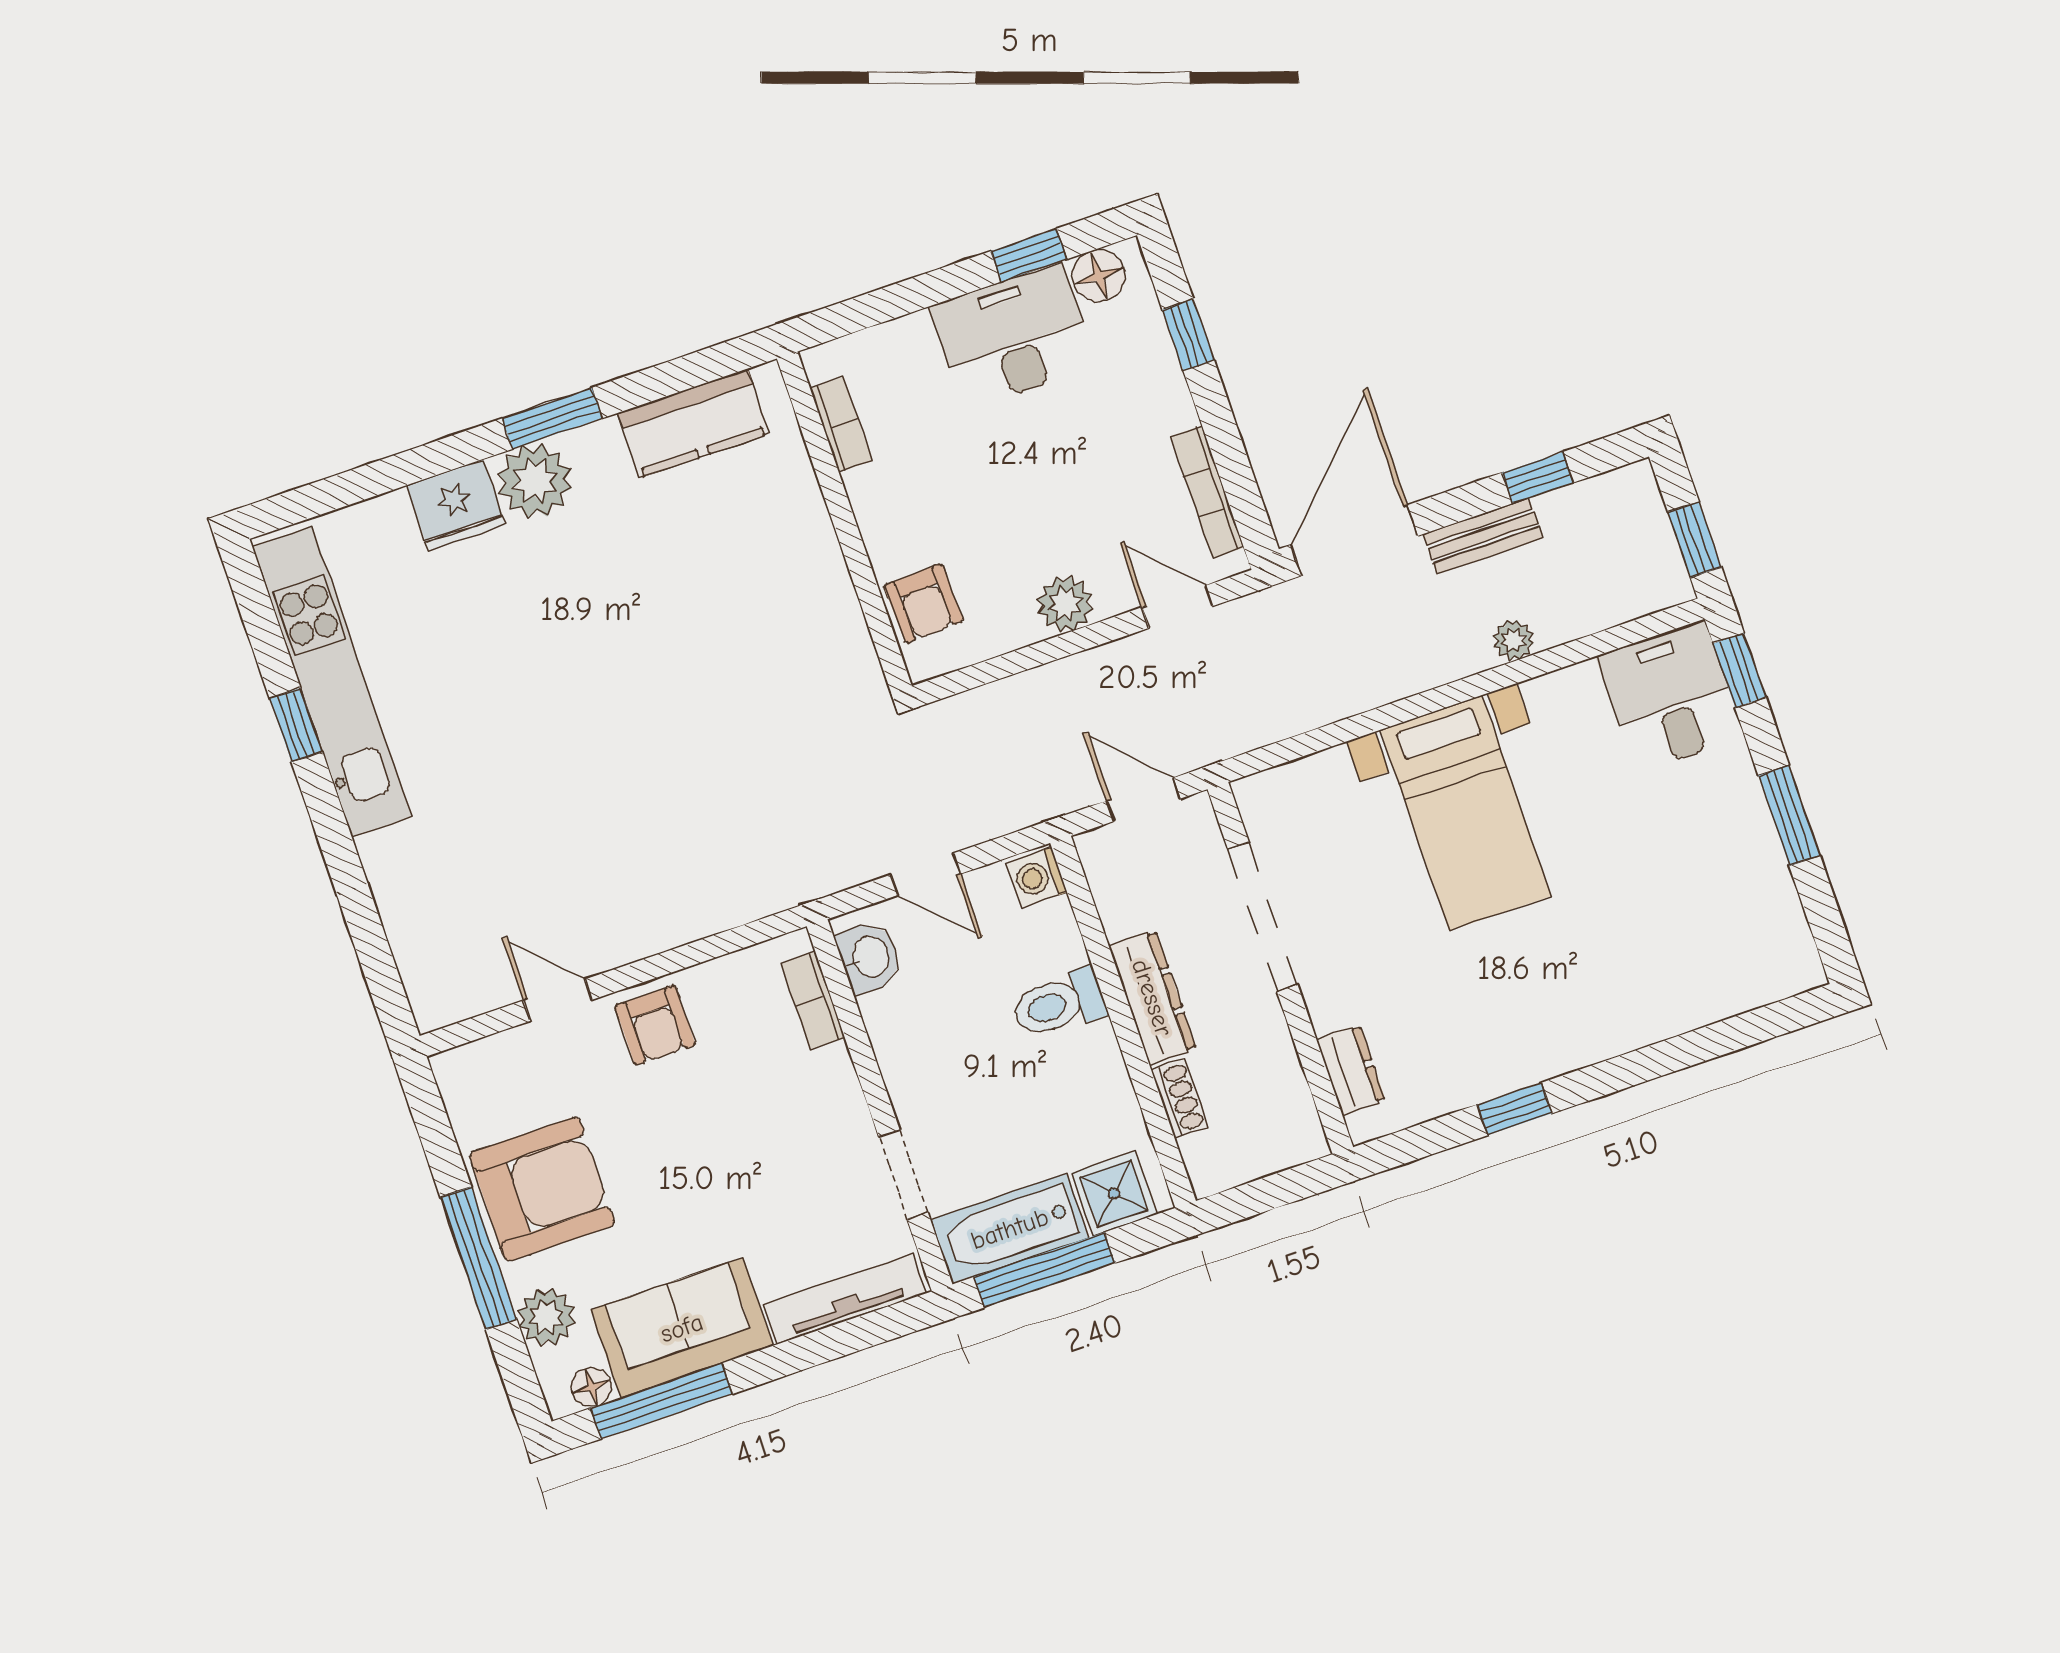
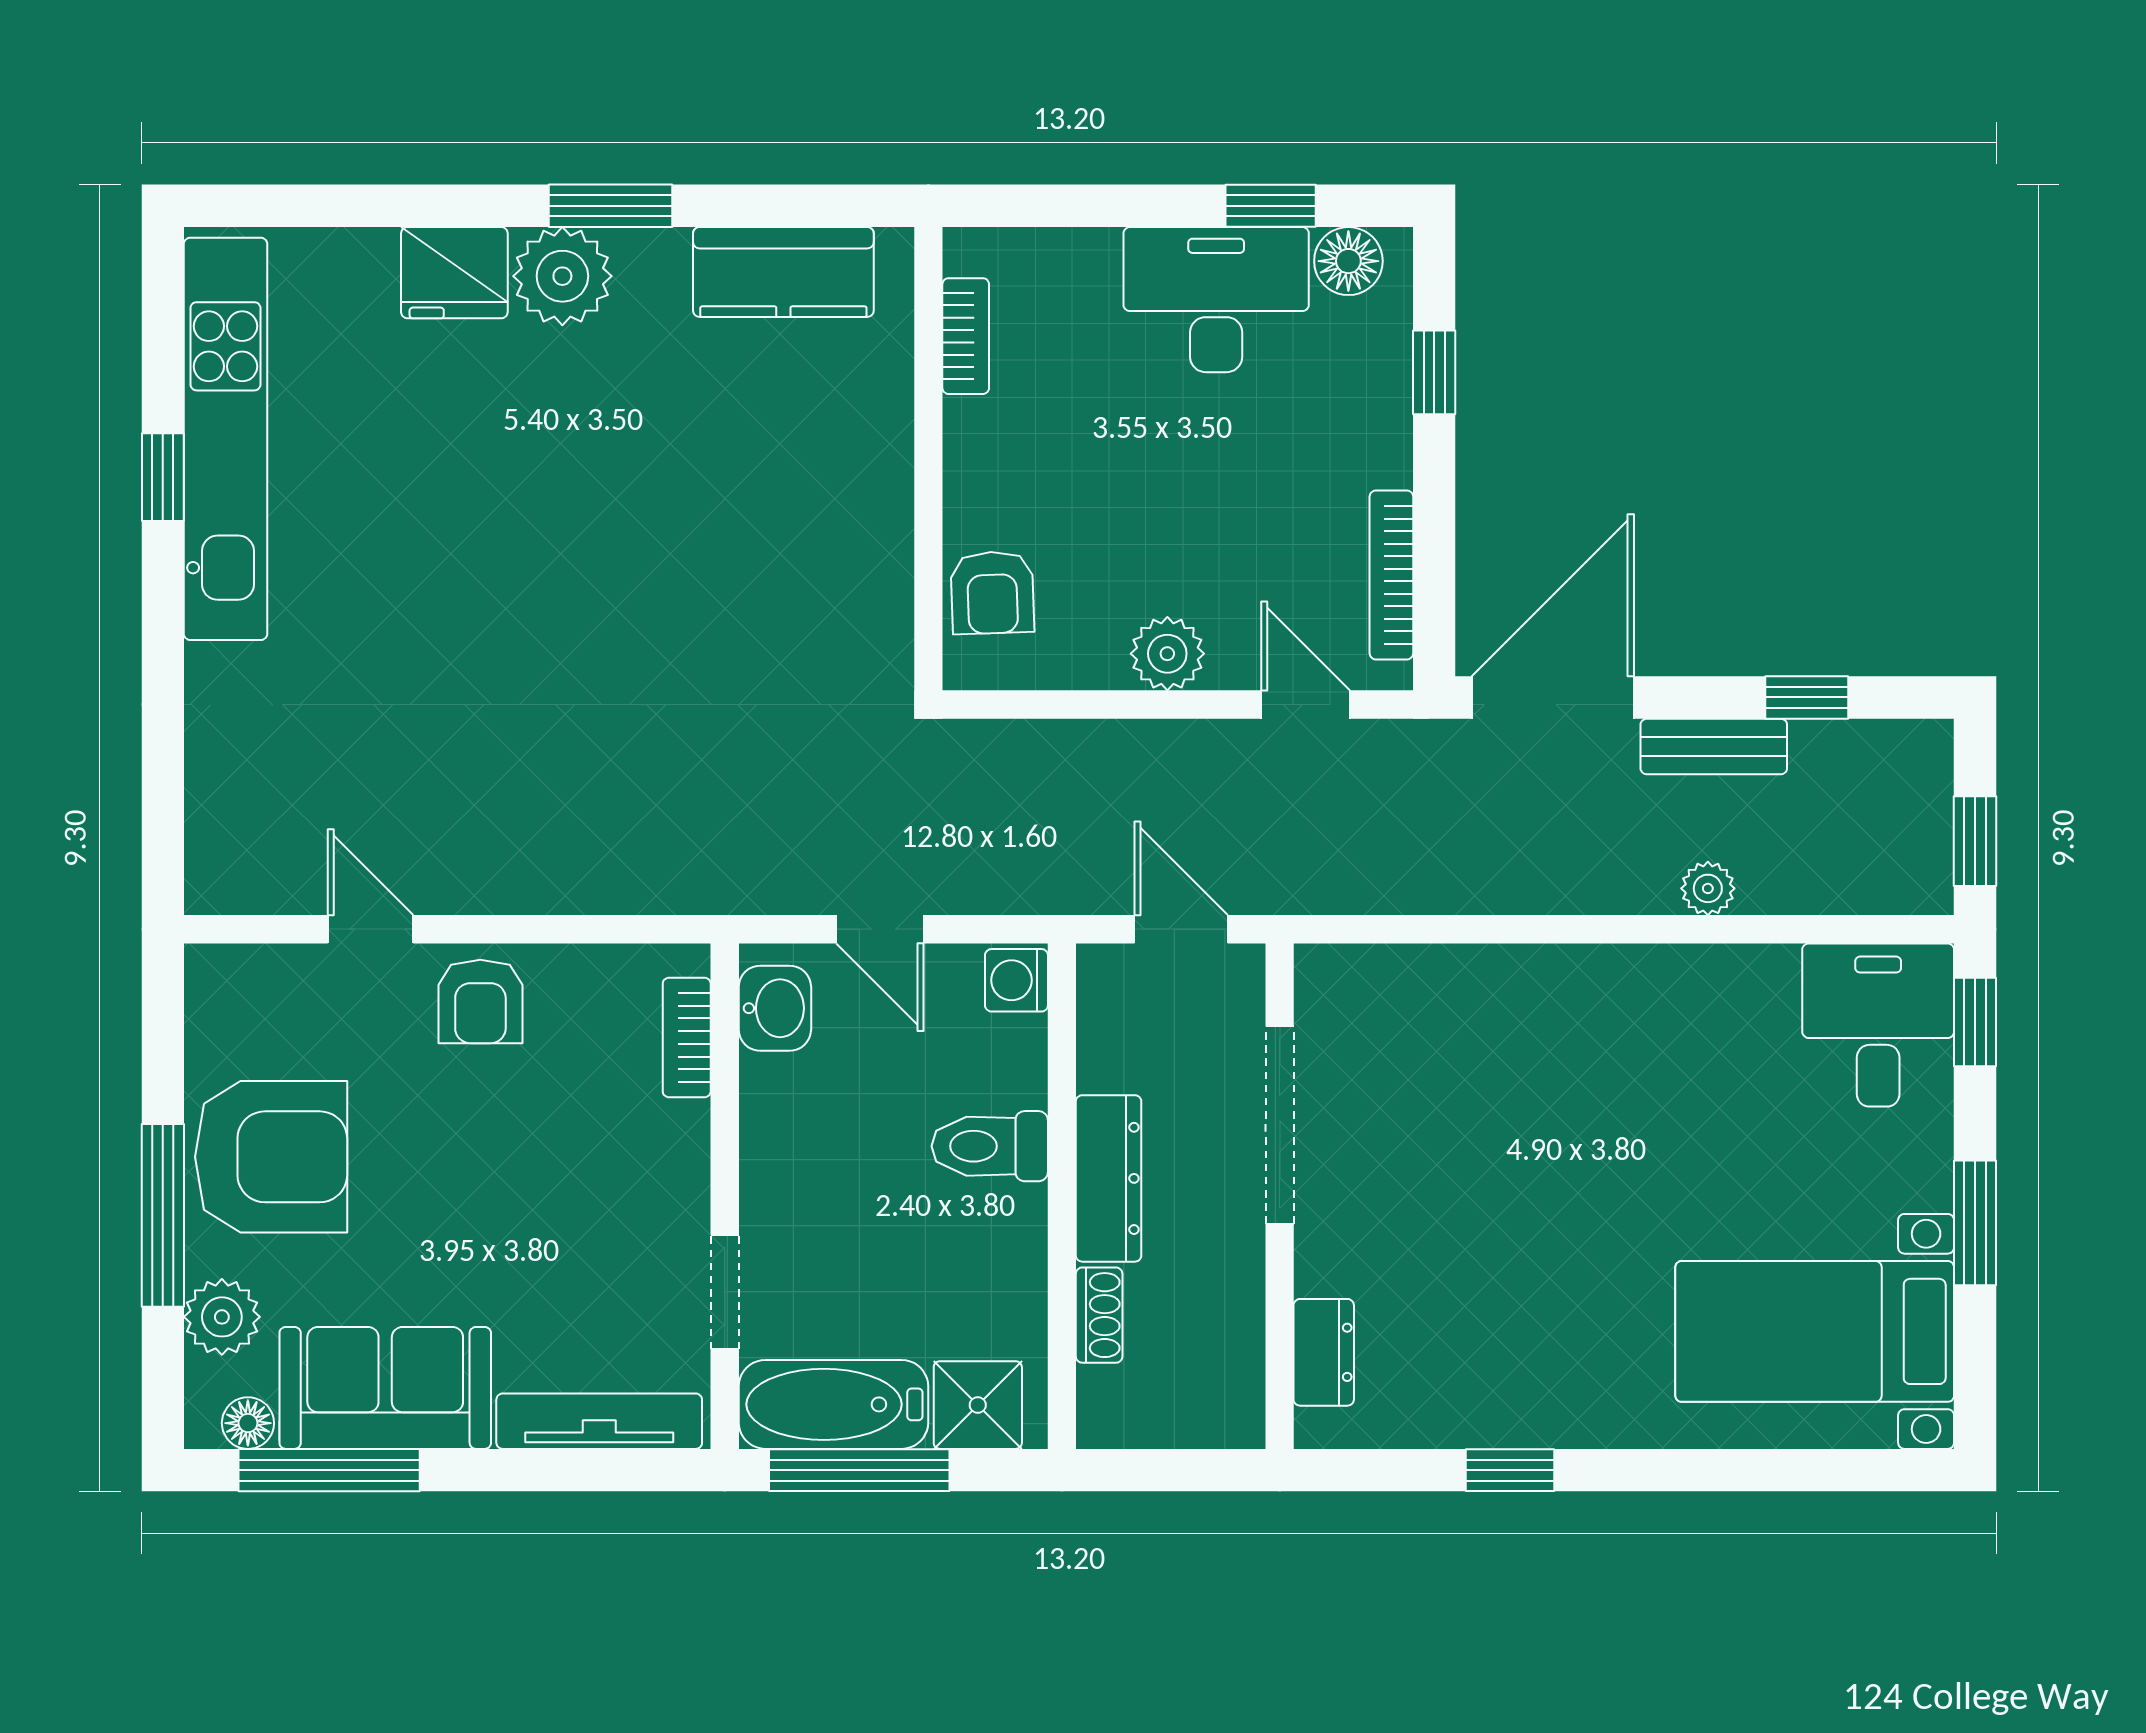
bed with nightstands: (1466, 813) -> (1815, 1331), moved, turned 90

